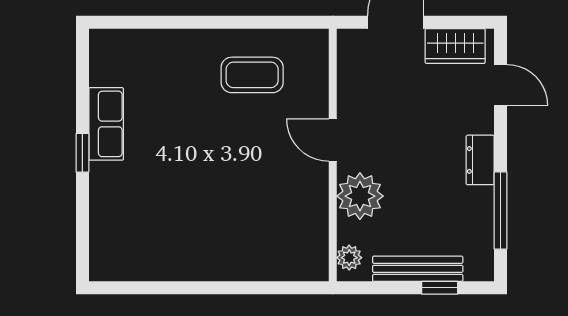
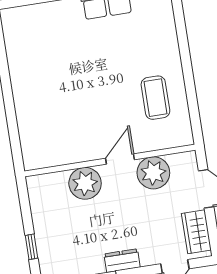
plant: (349, 258) -> (153, 173), moved, width x1.88, depth x1.88
bench: (418, 269) -> (42, 230), removed

